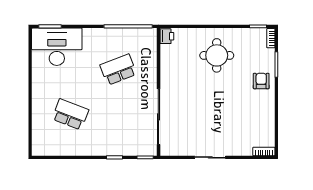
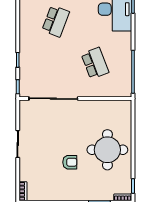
printer: (167, 36) -> (124, 106), removed
round table: (217, 55) -> (107, 150), width x1.36, depth x1.36
armchair: (261, 81) -> (70, 162), moved

